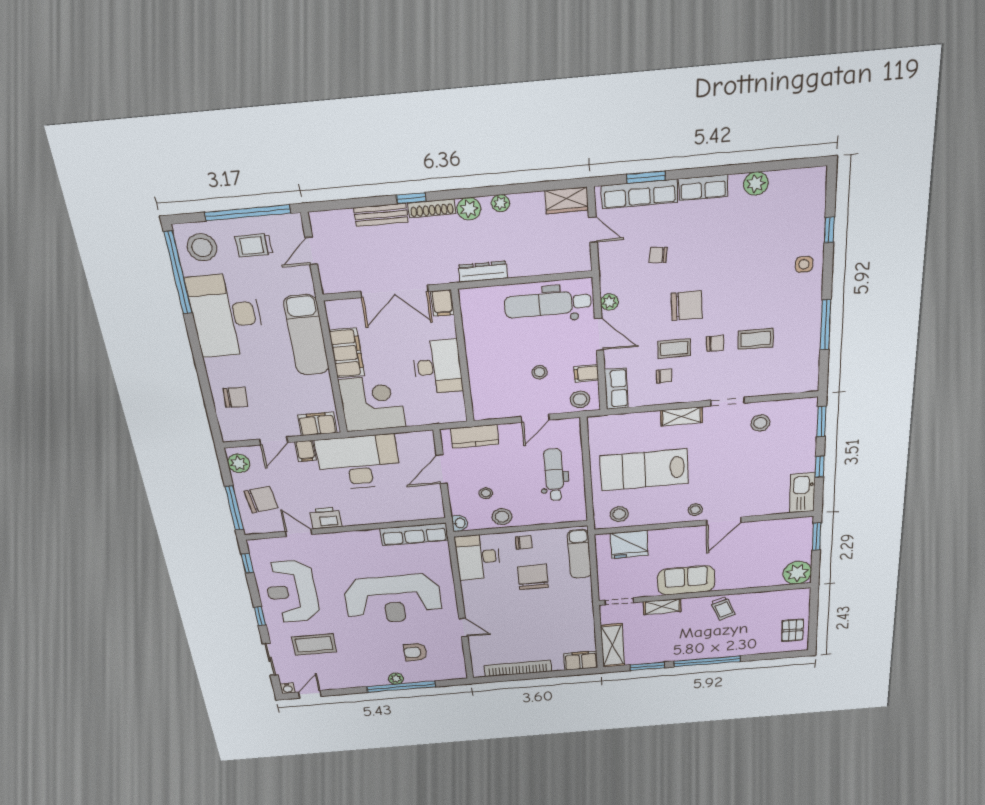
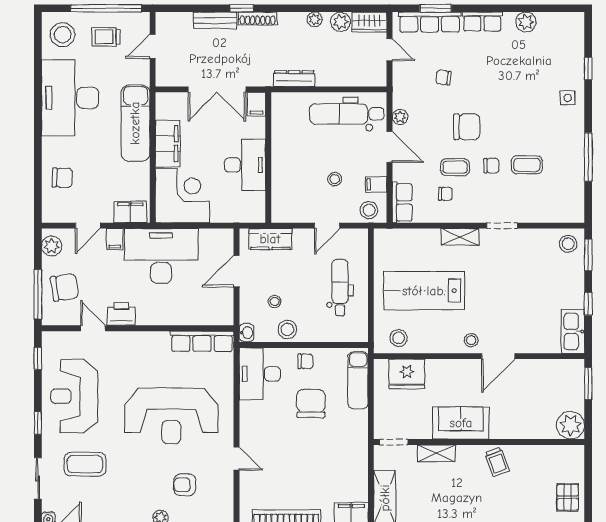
plant: (469, 209) -> (340, 22), moved
window: (178, 273) -> (38, 55), removed
stool: (760, 423) -> (568, 244), moved

